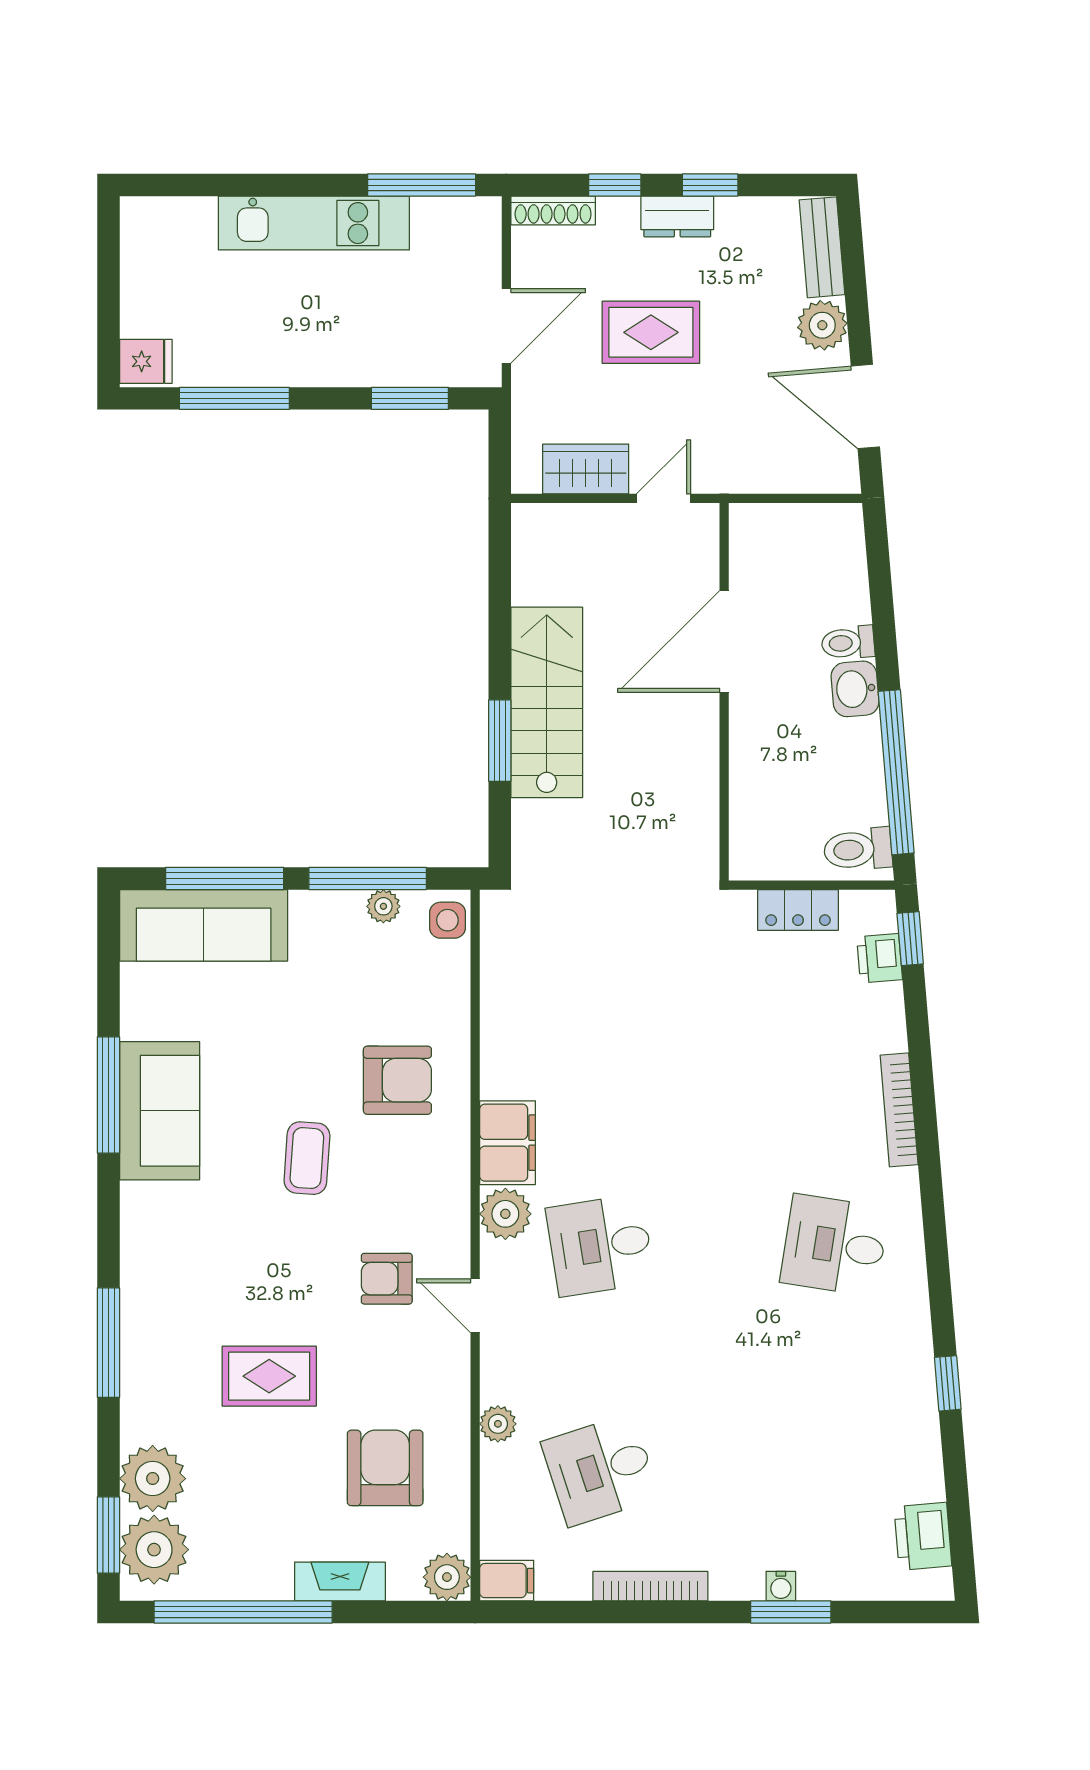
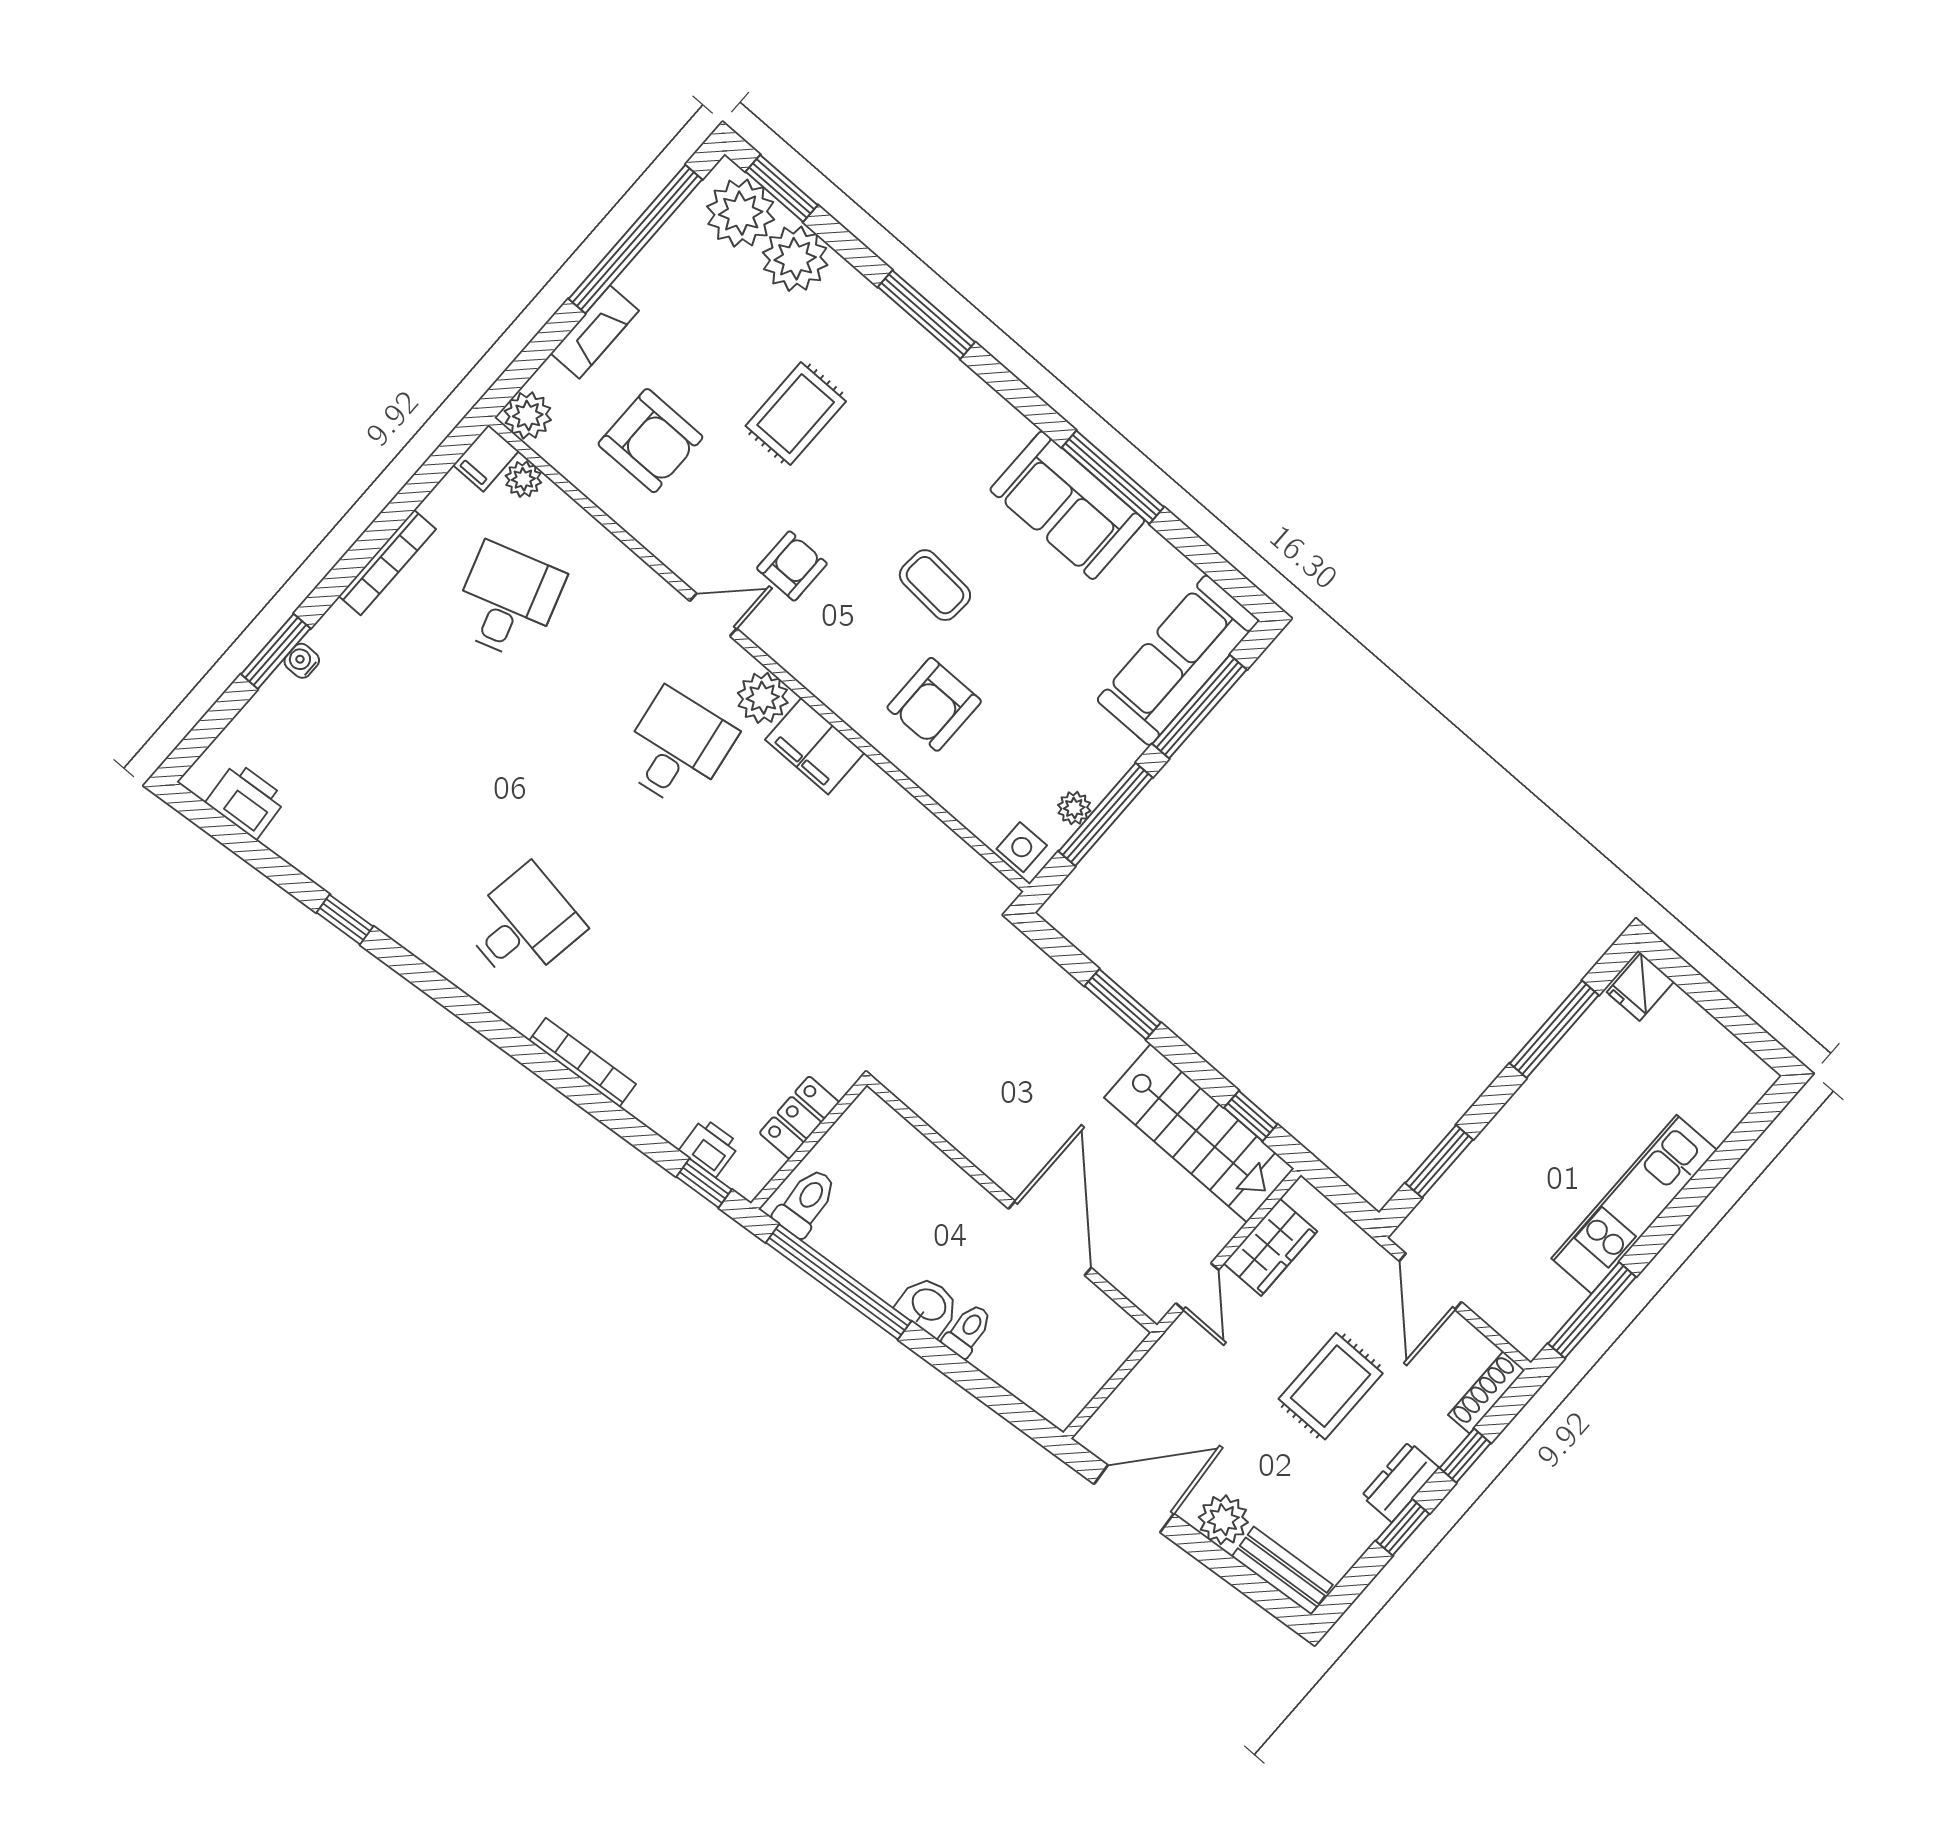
window: (500, 570) -> (1251, 1116), added
stairs: (547, 702) -> (1199, 1133), moved
plant: (498, 1424) -> (523, 479), moved

